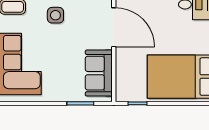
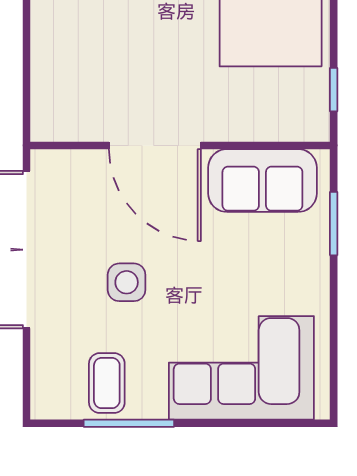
door: (114, 27) -> (155, 145), swing flipped

